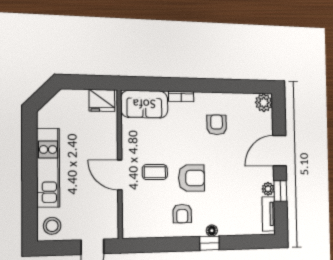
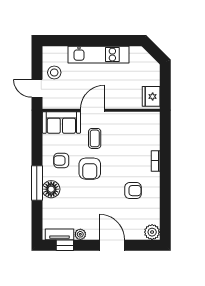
sofa: (144, 104) -> (61, 122), moved, turned -90
window: (280, 191) -> (65, 245), moved
stool: (52, 226) -> (54, 73), moved
floor lamp: (212, 231) -> (51, 189), width x1.89, depth x1.89
window: (209, 243) -> (37, 183), width x2.17

